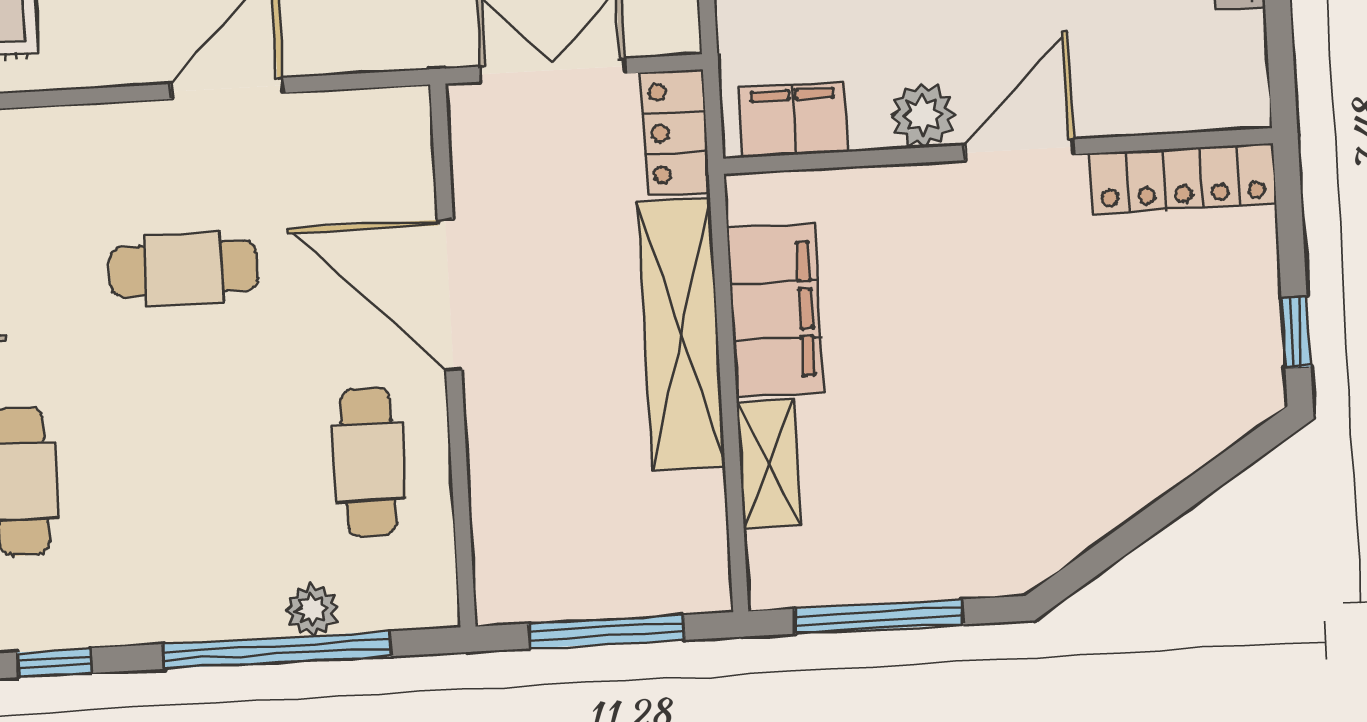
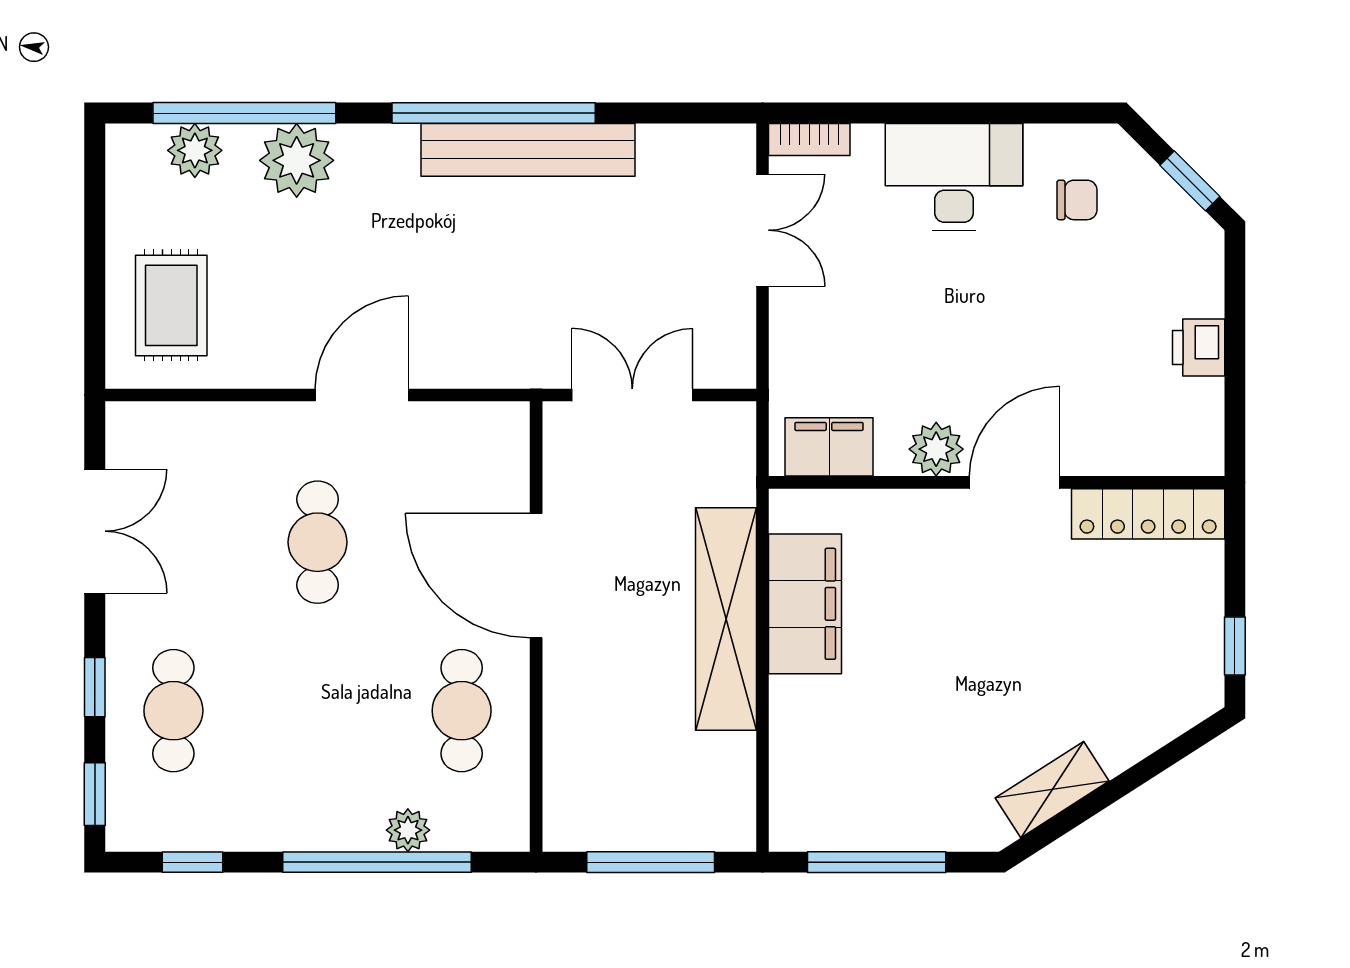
locker: (675, 133) -> (730, 452), removed
cafe table: (184, 269) -> (318, 542), turned 90
shelving: (769, 464) -> (1052, 790), moved, turned 57

